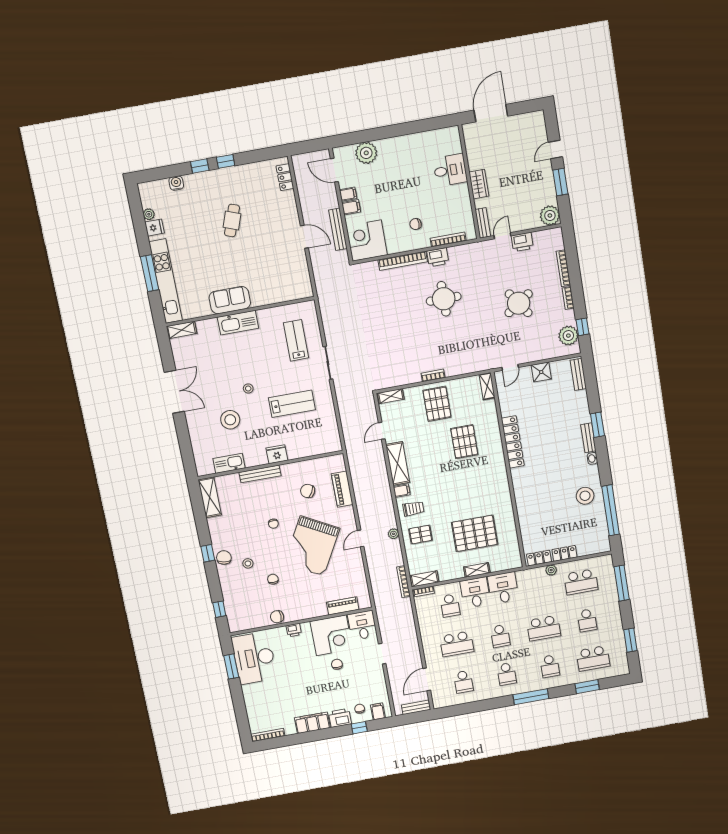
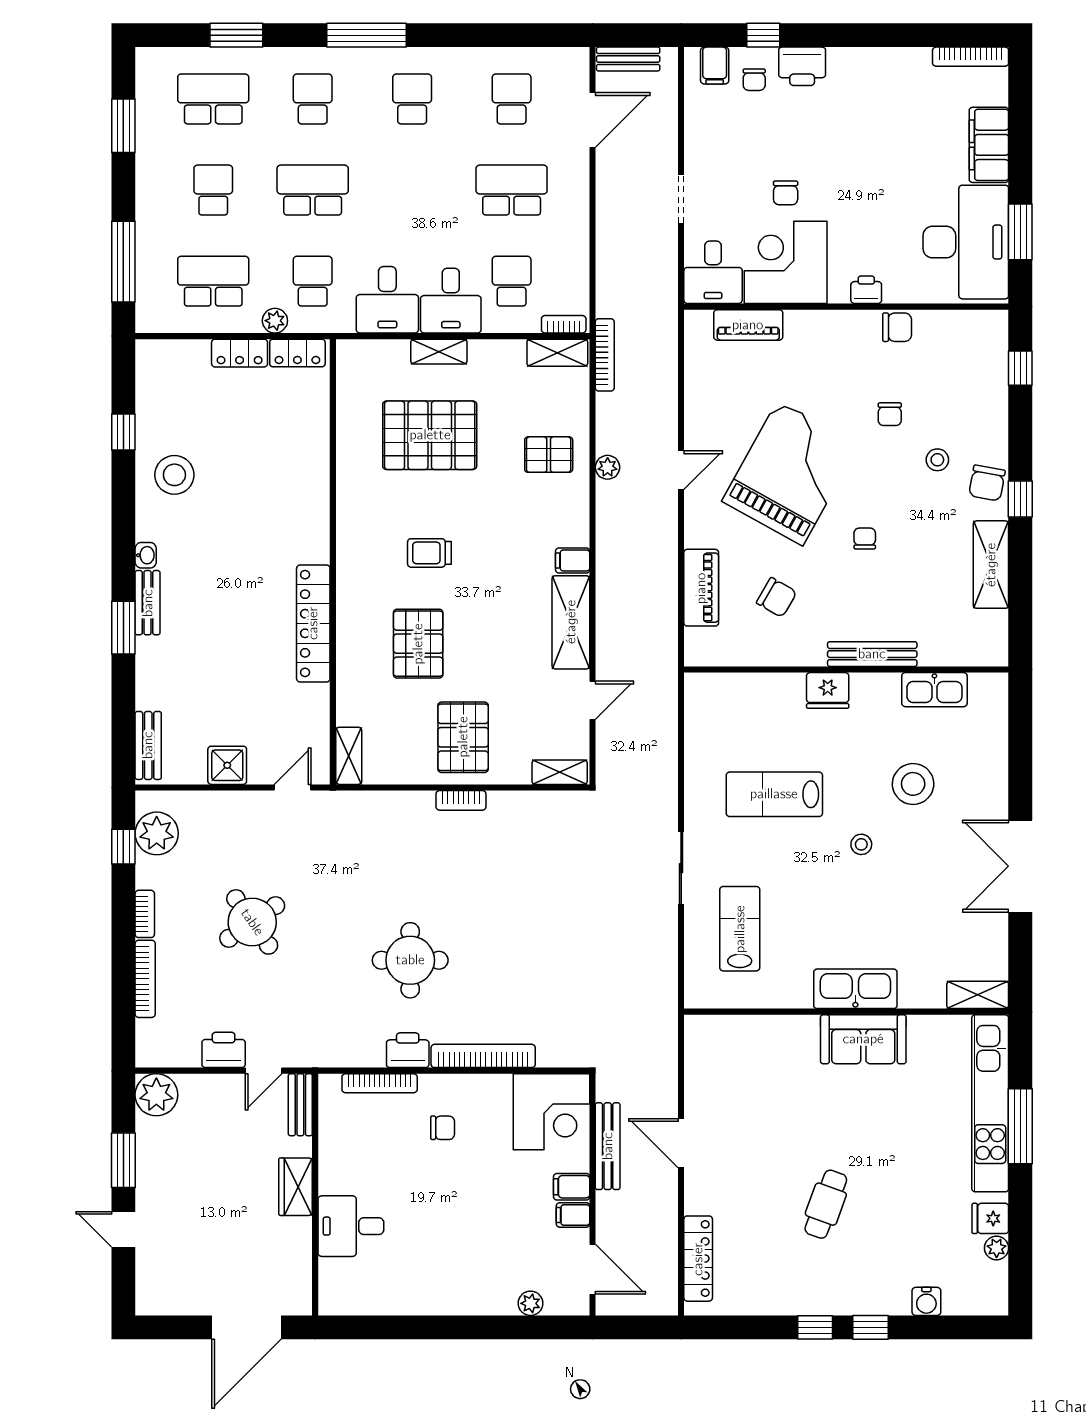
door: (555, 149) -> (123, 1229), swing flipped
plant: (366, 153) -> (531, 1303), width x0.53, depth x0.53
locker: (285, 177) -> (698, 1259), width x1.53
lab bench: (296, 340) -> (740, 929), turned 180
shelving: (210, 497) -> (991, 565), moved
trolley: (413, 509) -> (429, 553), moved
window: (611, 510) -> (123, 432), width x0.32
school desk: (500, 636) -> (313, 281), moved
filing cabinet: (312, 723) -> (989, 145), moved, turned 90

